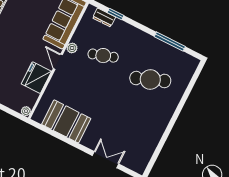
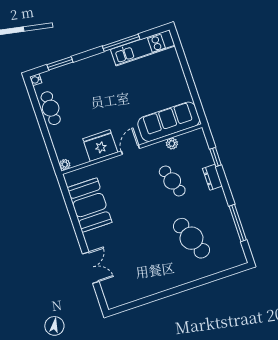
dresser: (104, 17) -> (212, 177), moved
plant: (72, 48) -> (172, 144), moved

